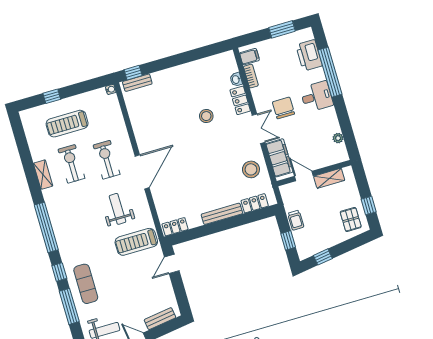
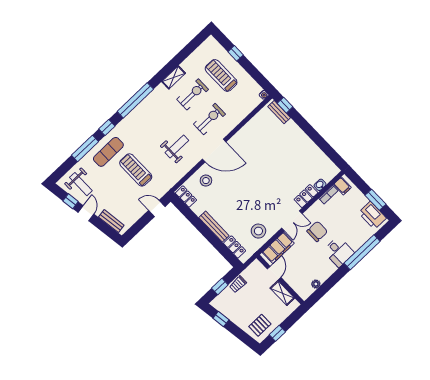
printer: (309, 55) -> (372, 215), moved, turned -90
stool: (206, 116) -> (206, 181), moved
treadmill: (136, 242) -> (136, 170), moved

